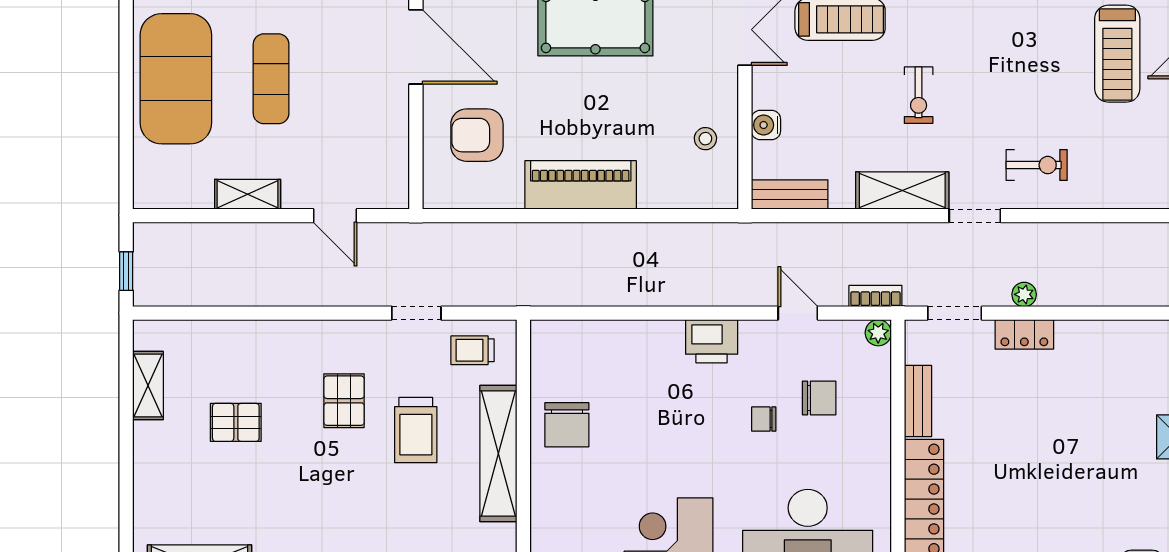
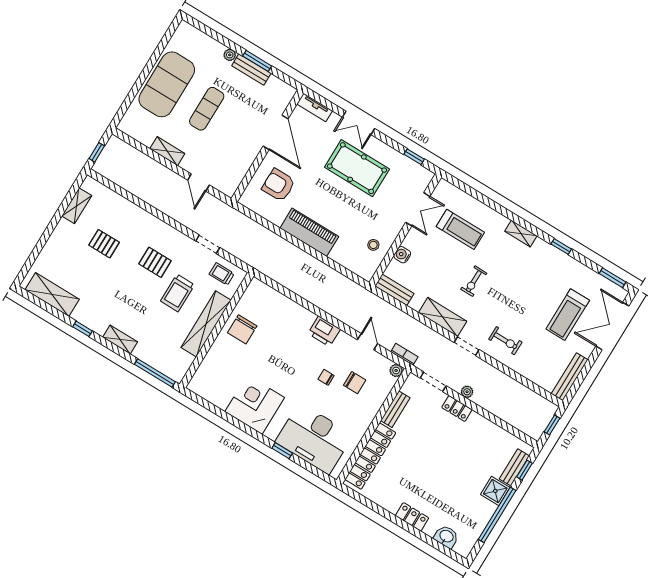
pallet: (344, 401) -> (155, 262), turned 90

